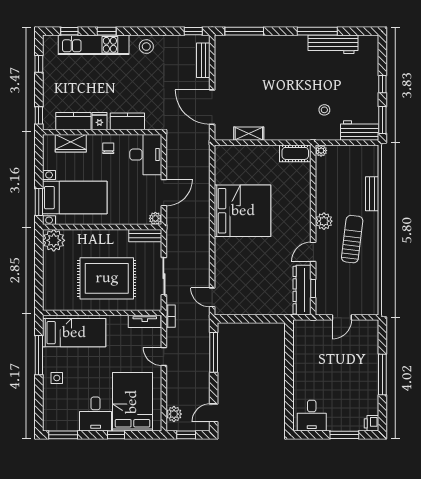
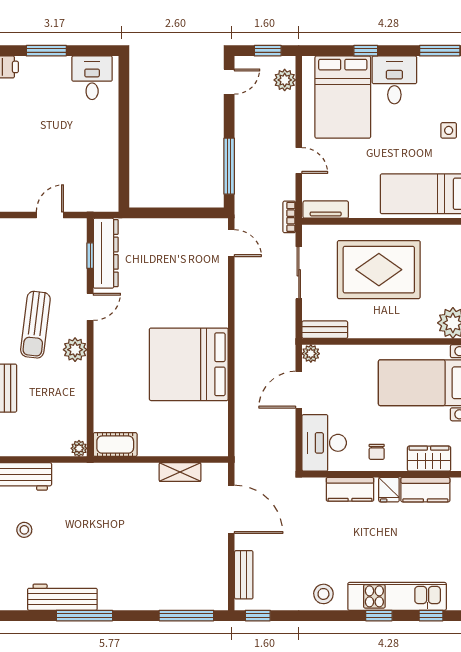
stool: (324, 110) -> (24, 530), moved

